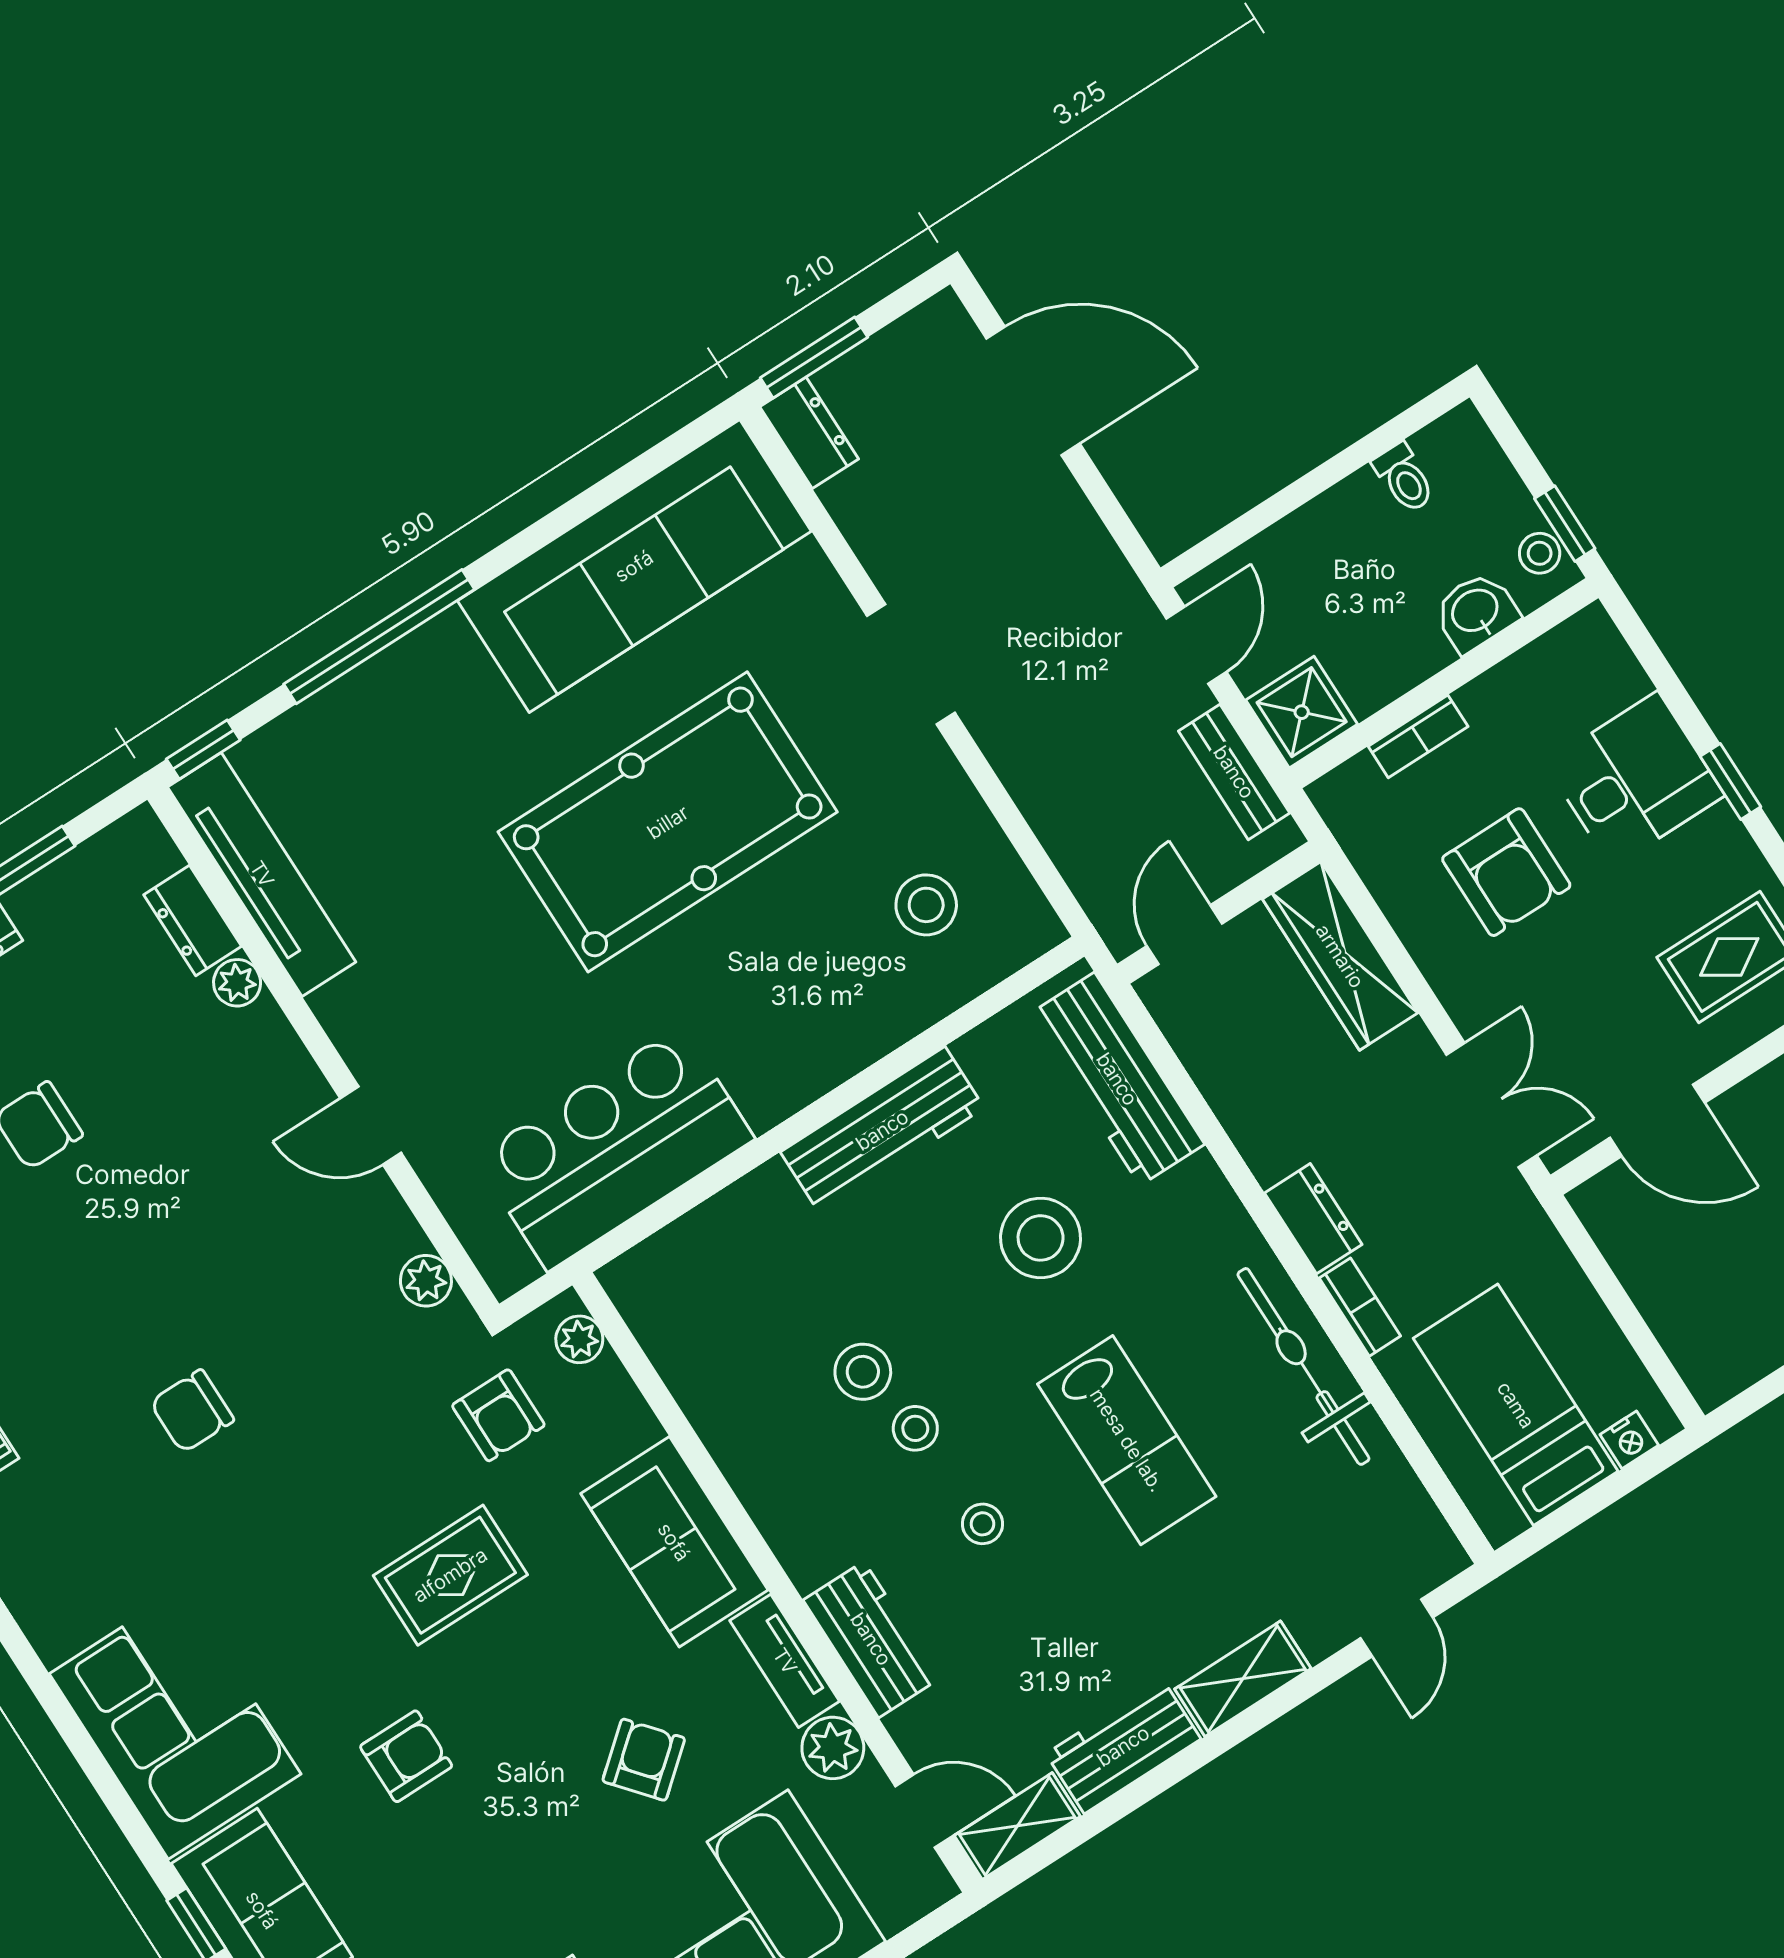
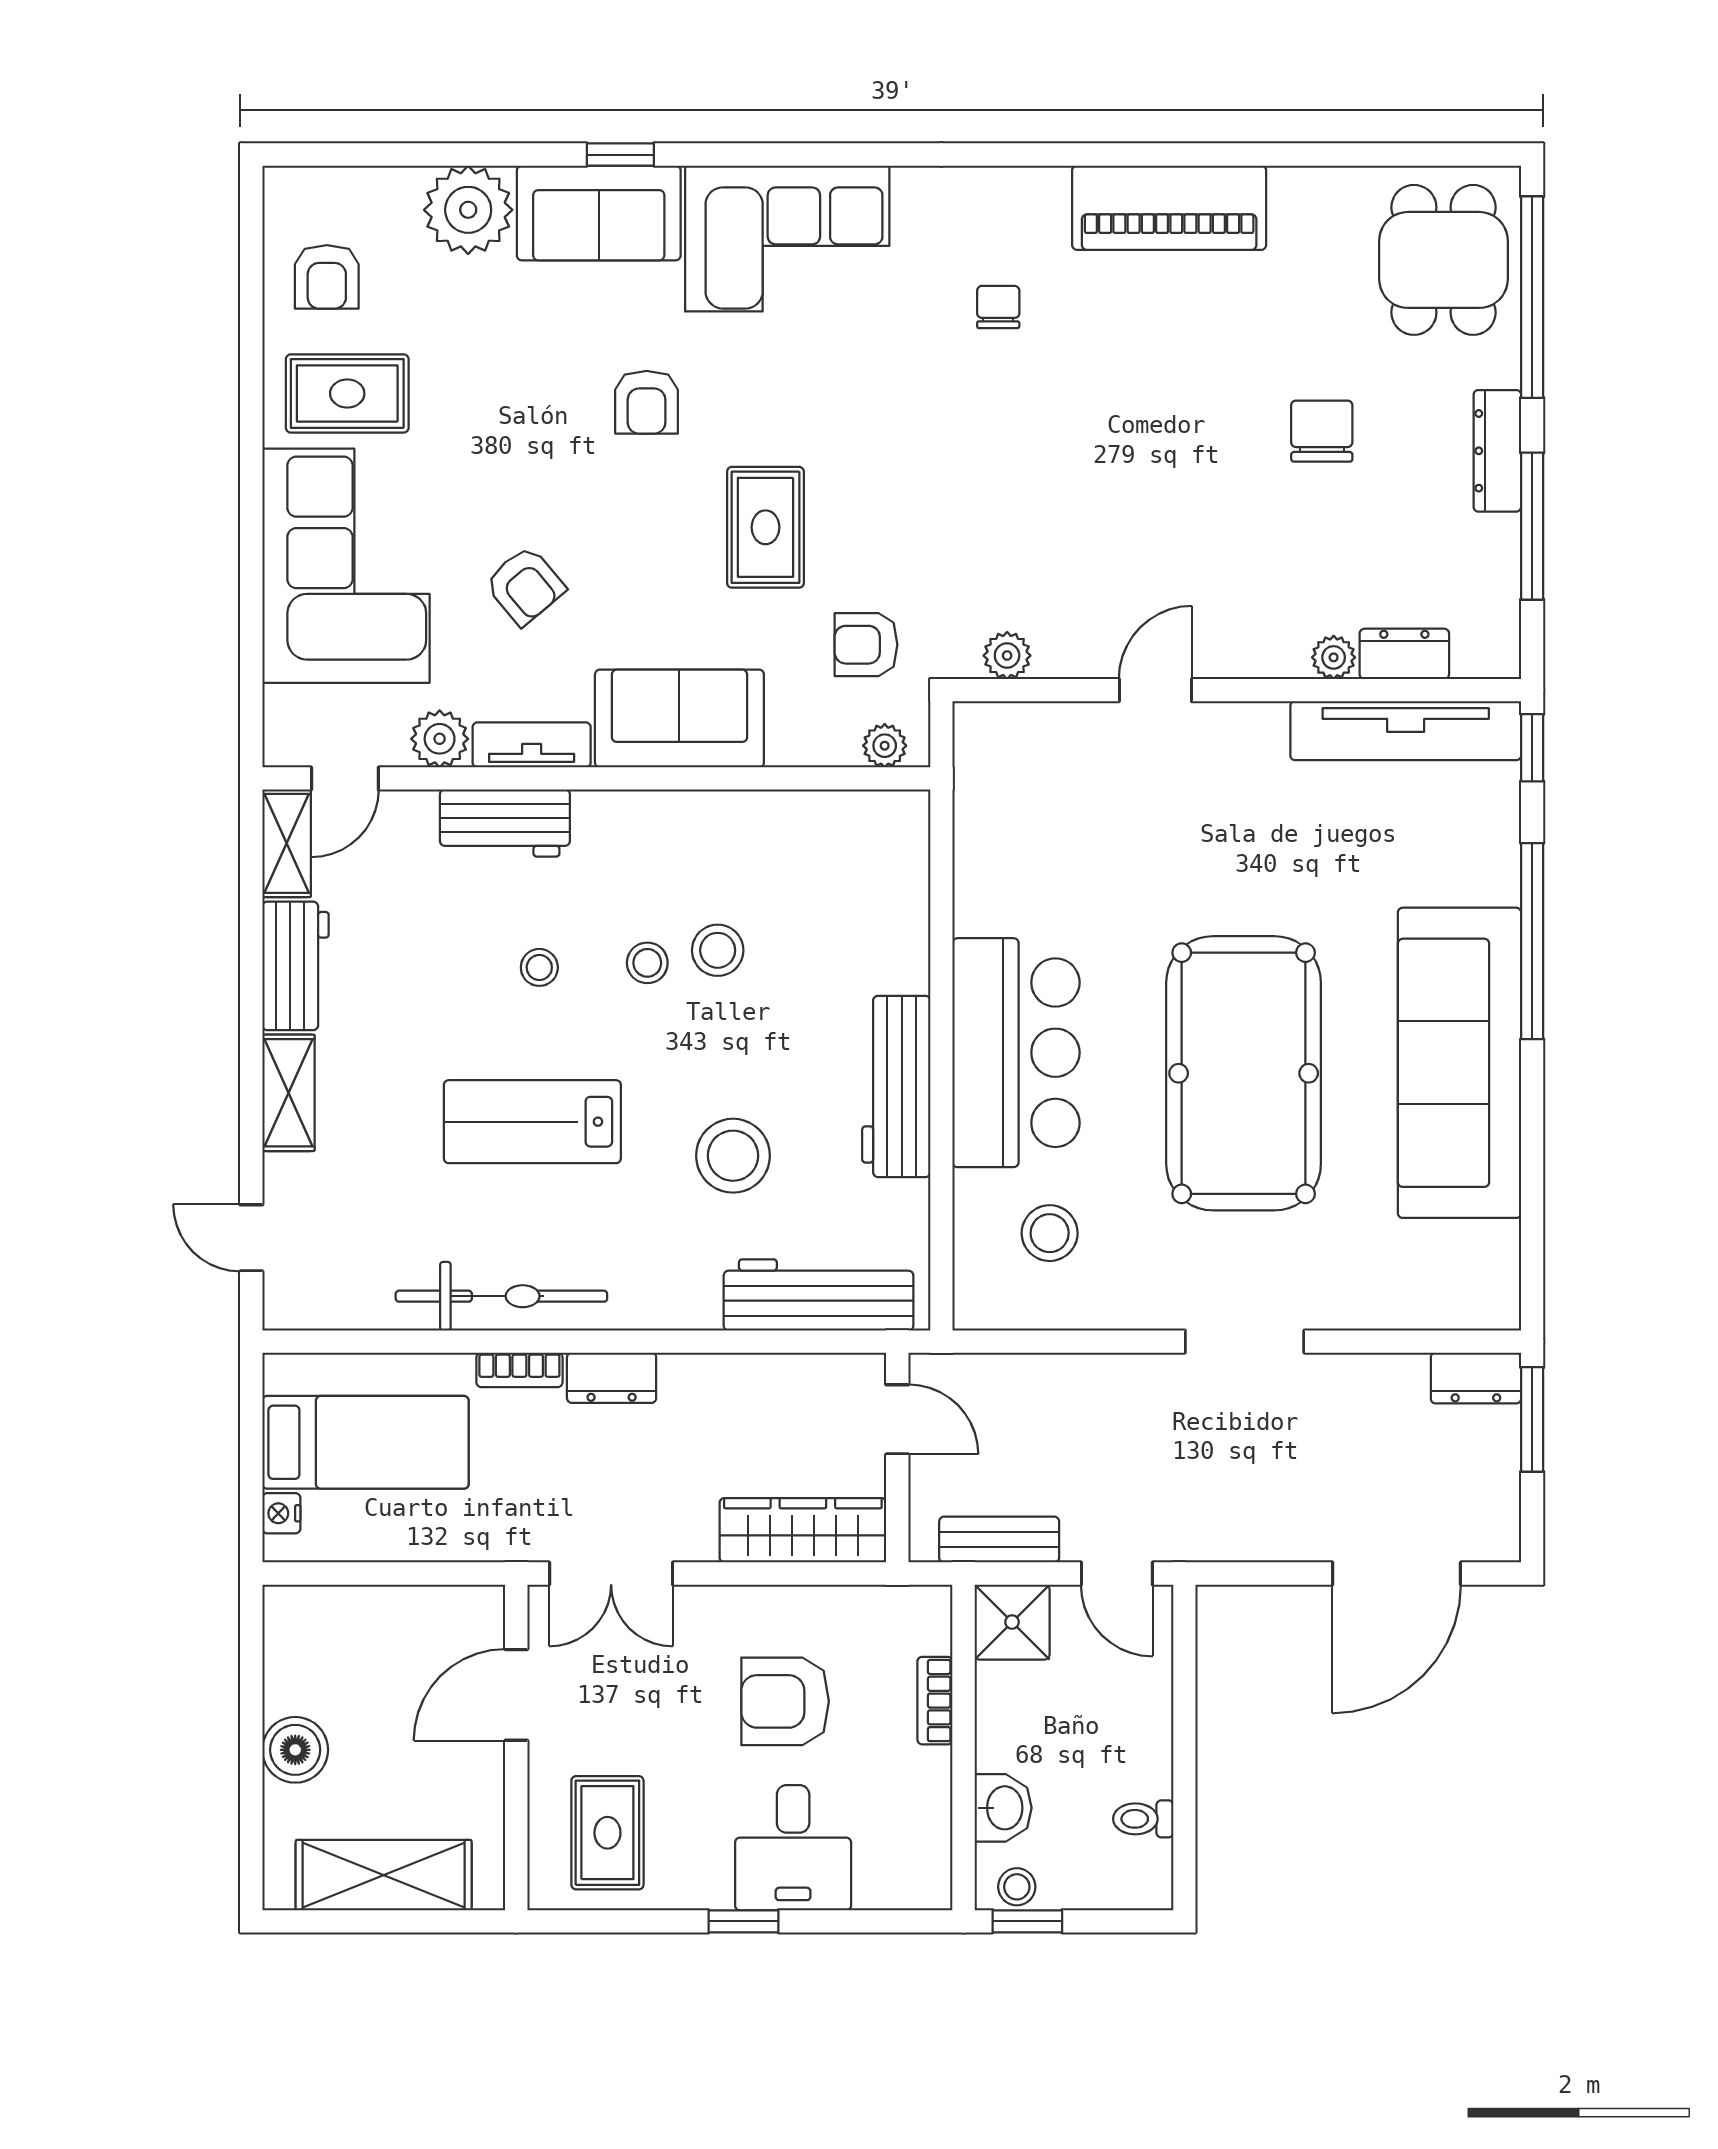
sofa: (634, 566) -> (1460, 1063), moved
bar counter: (615, 1148) -> (1016, 1053), moved
chair: (192, 1411) -> (998, 307), moved, width x0.73, depth x0.73

